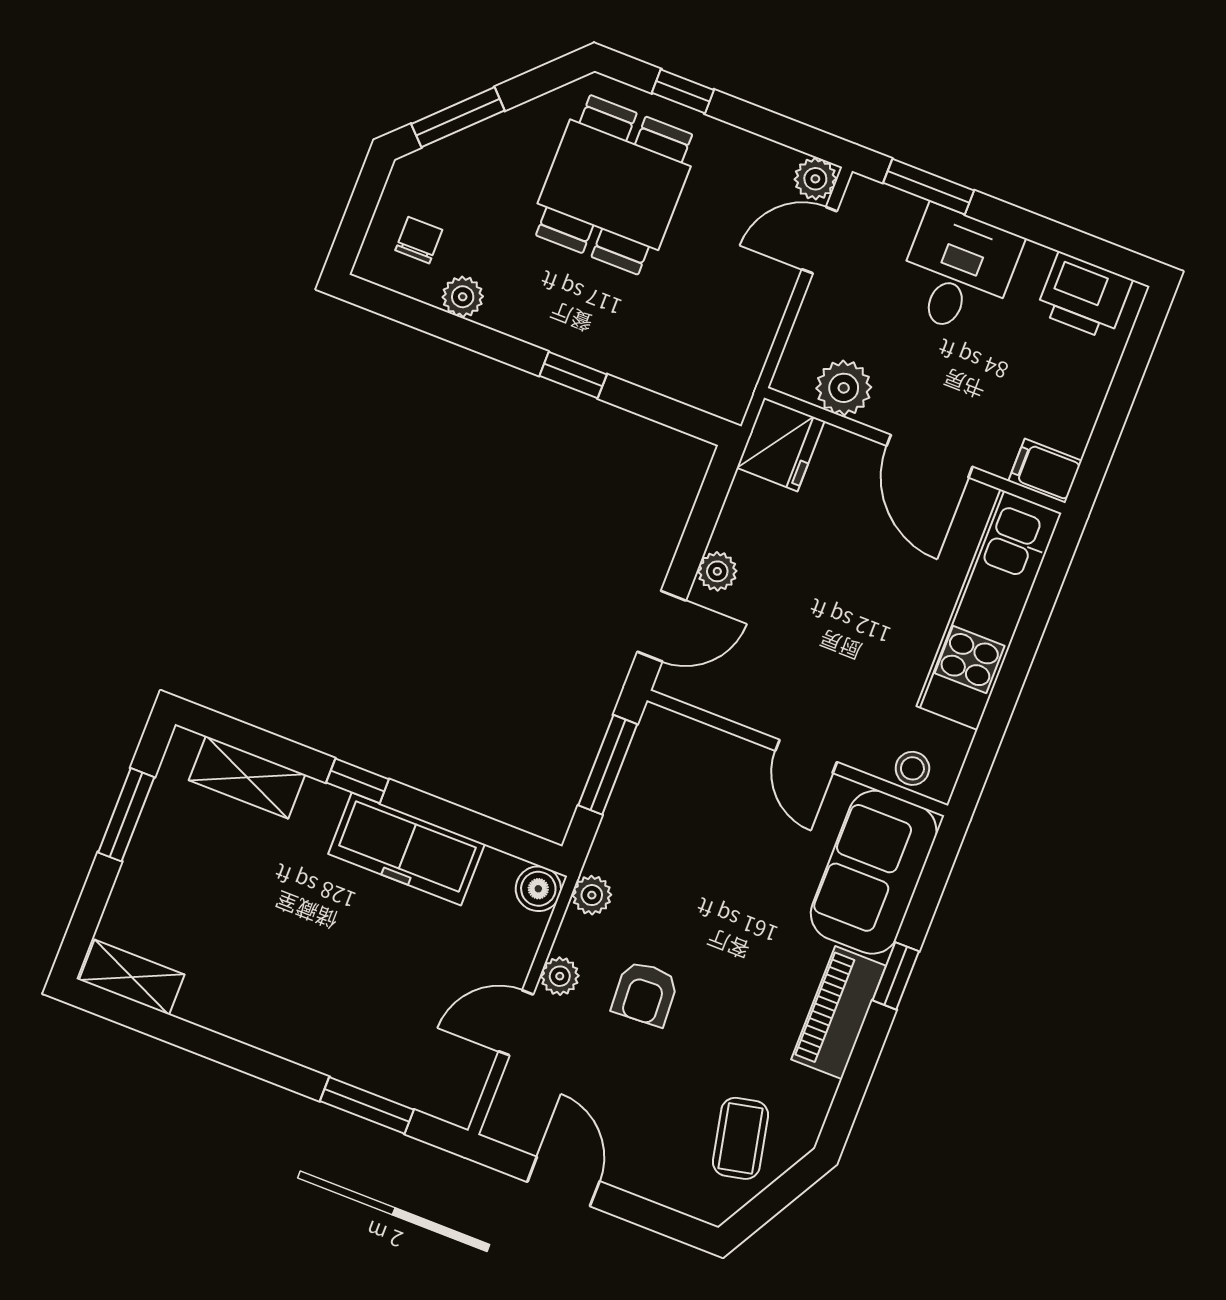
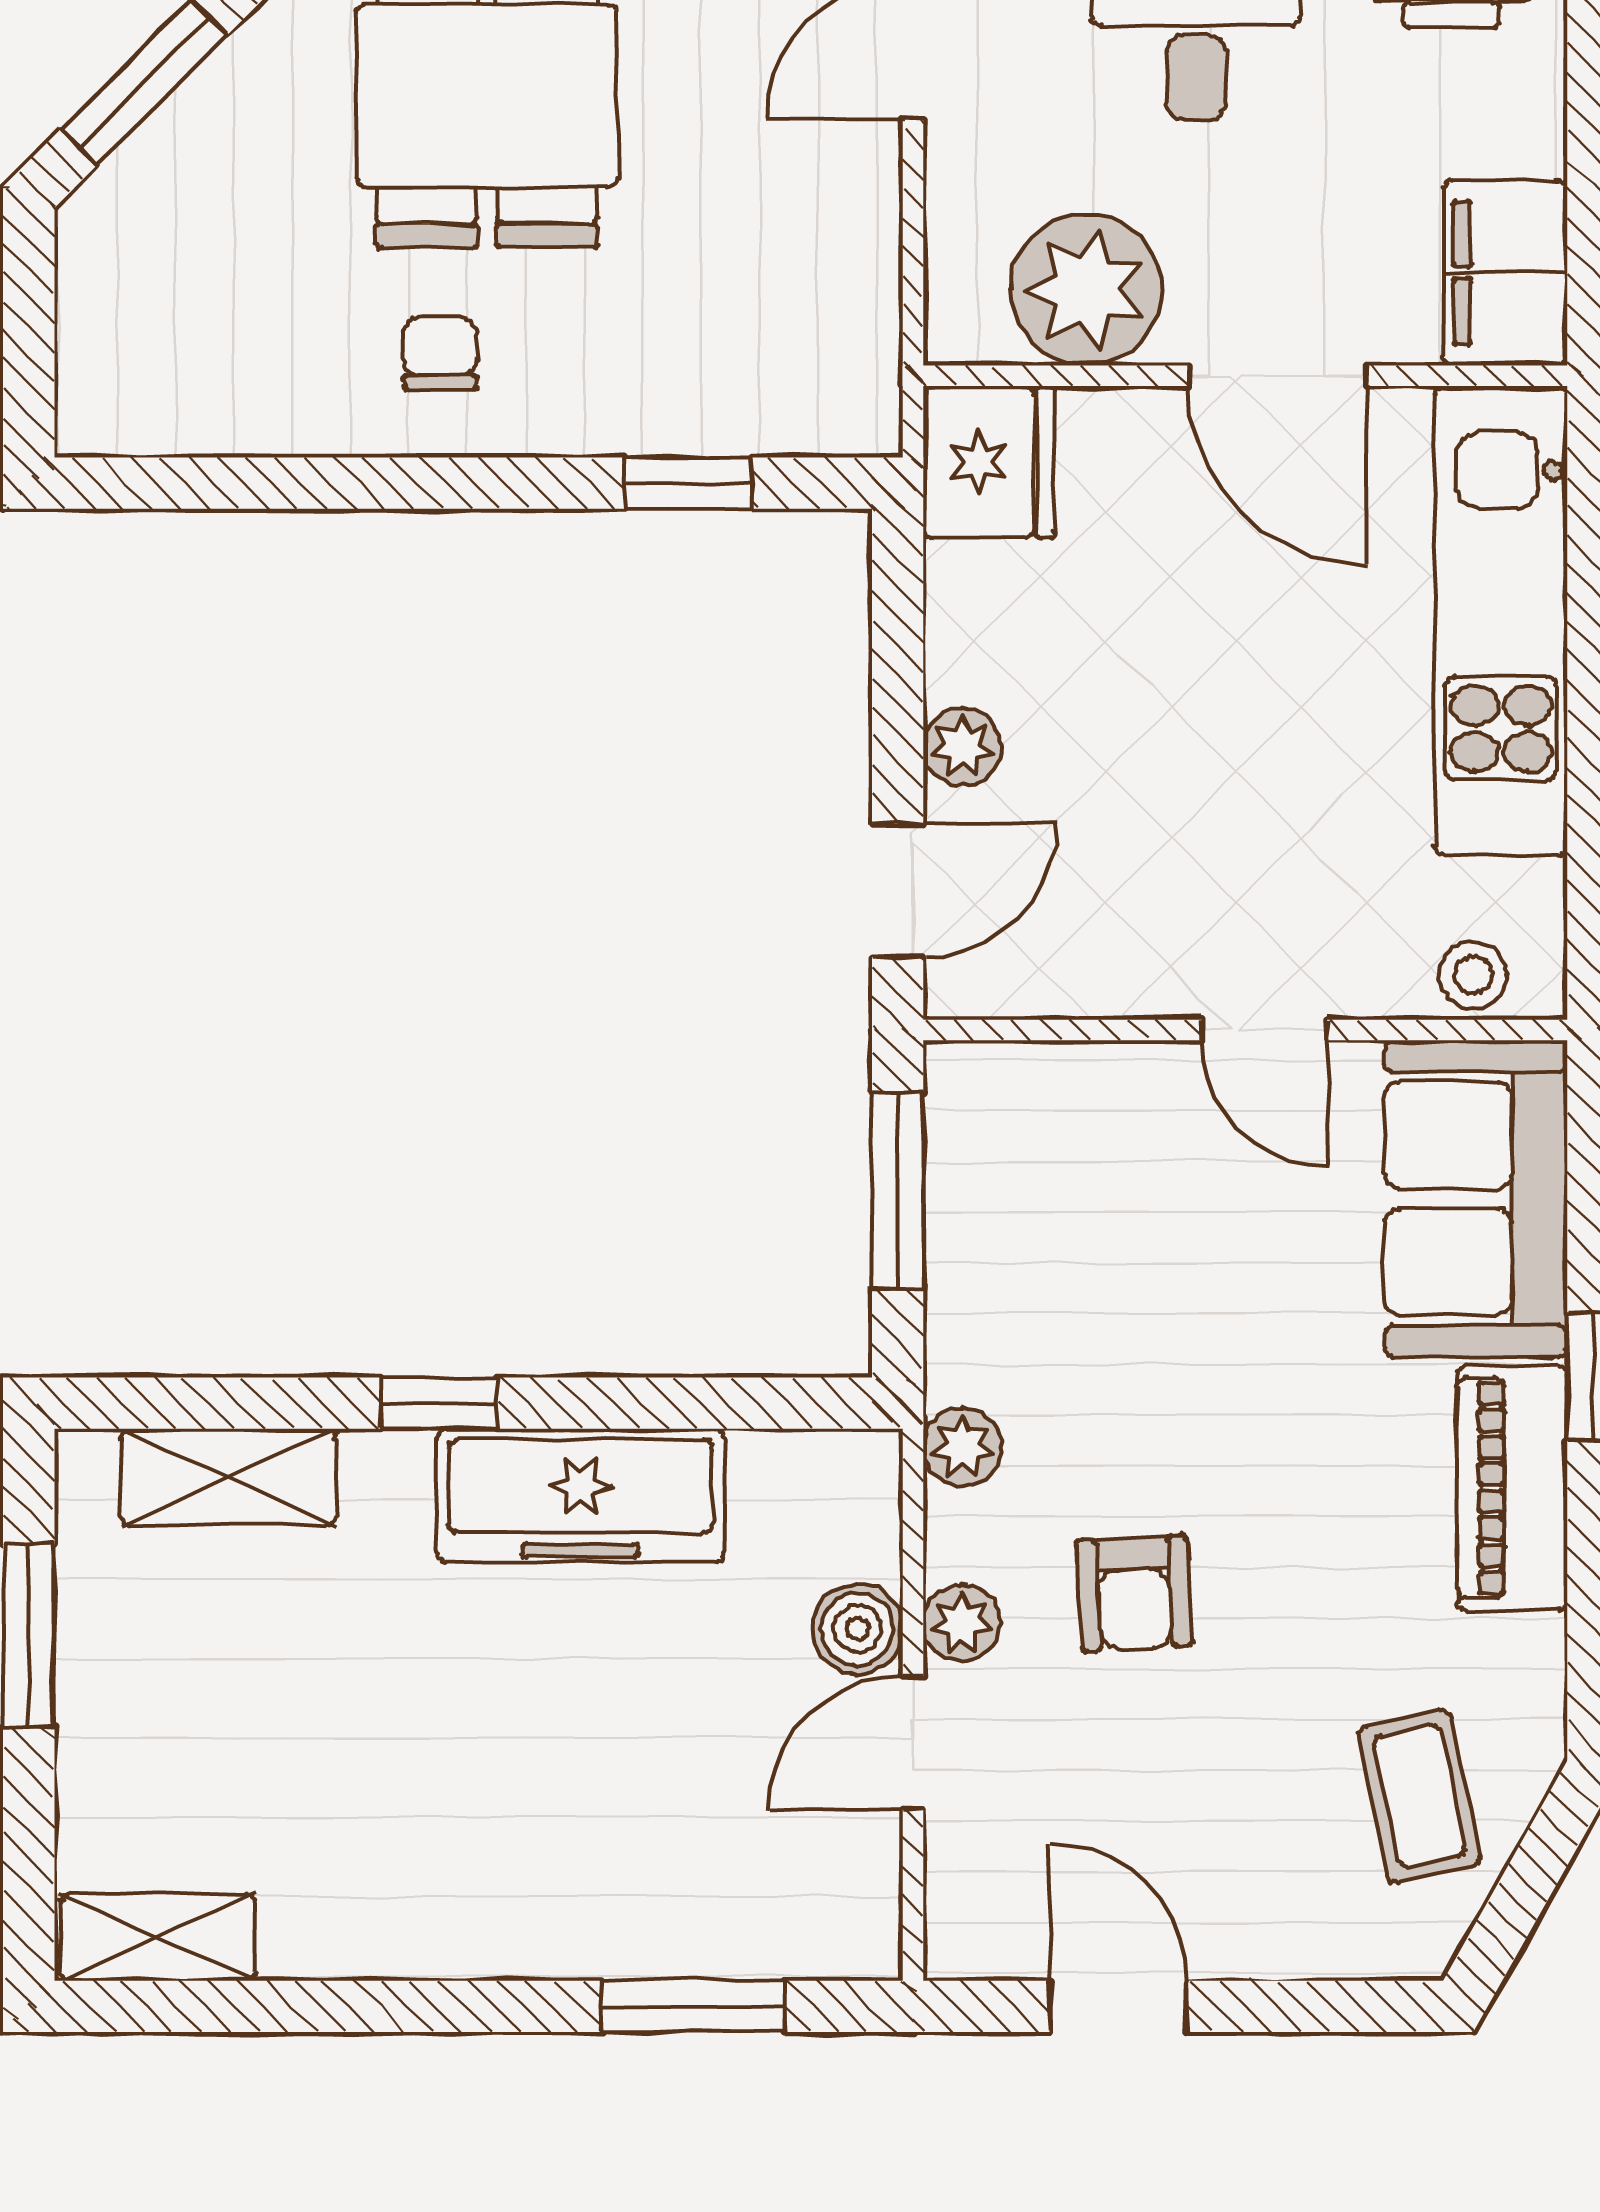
chair: (419, 240) -> (440, 353), moved
plant: (463, 297) -> (284, 416), removed
window: (573, 375) -> (688, 483), moved
plant: (844, 388) -> (1086, 290), width x1.36, depth x1.36
filing cabinet: (1045, 471) -> (1505, 273), width x2.00
boiler: (538, 889) -> (857, 1629), moved

